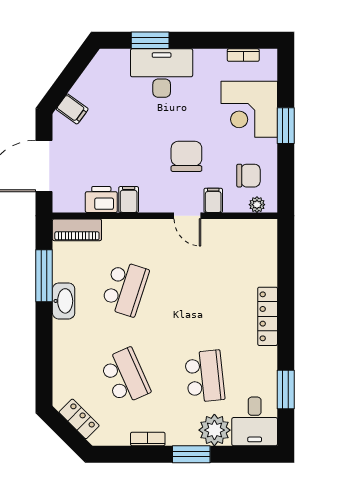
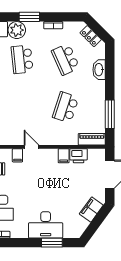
filing cabinet: (72, 109) -> (91, 210), width x2.00
chair: (186, 156) -> (32, 179), removed
washbasin: (64, 301) -> (99, 70), moved

